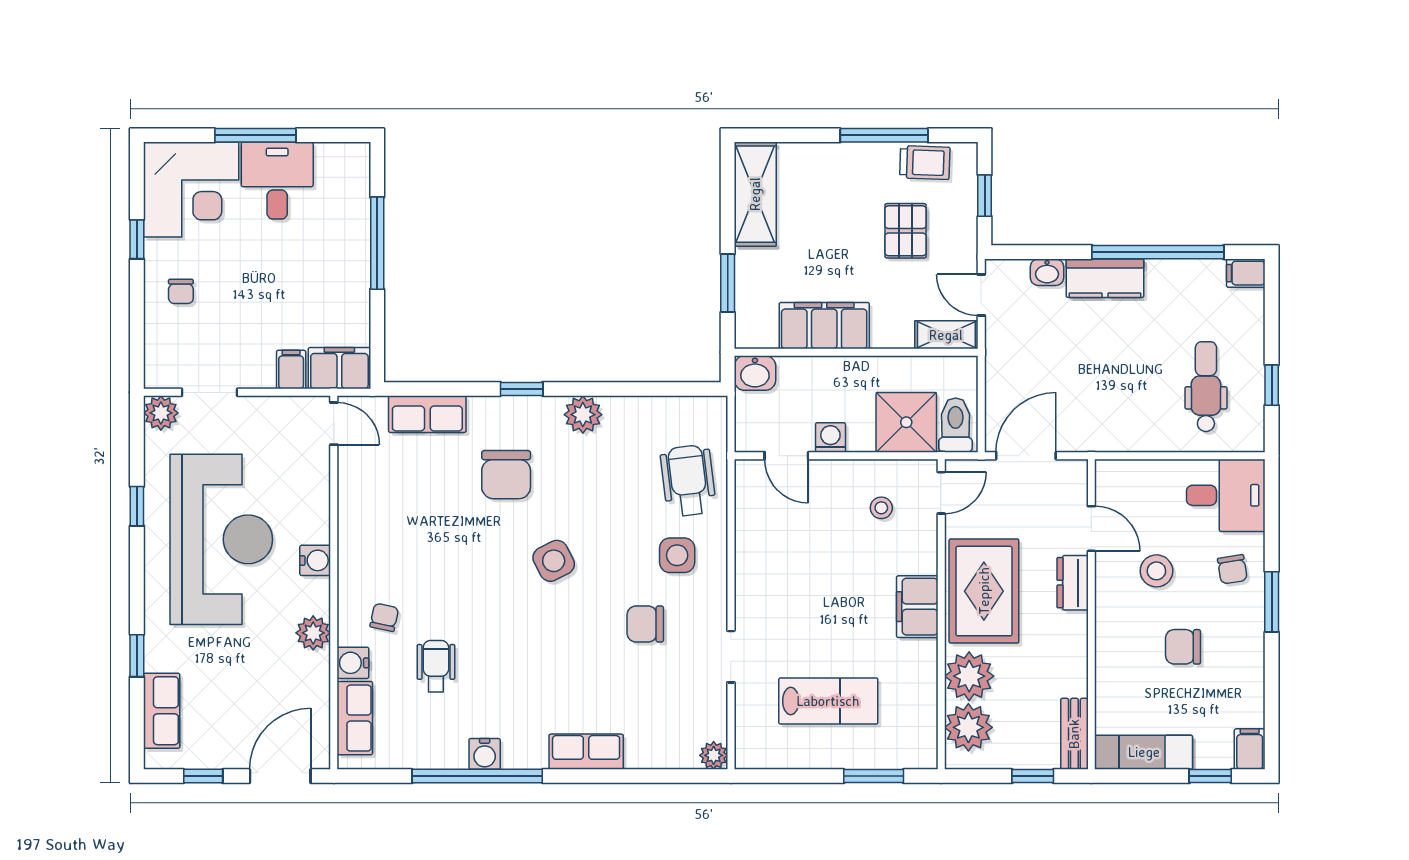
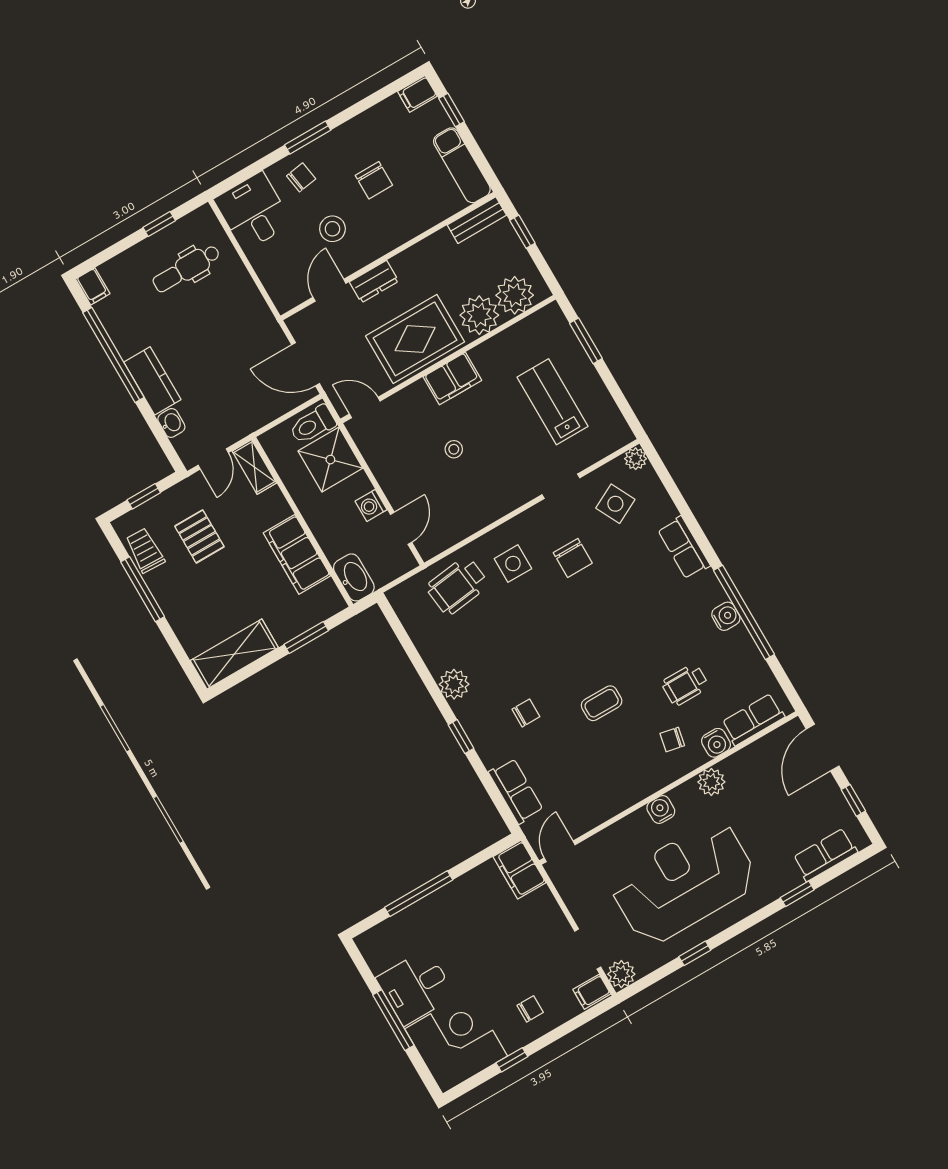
pallet: (905, 231) -> (199, 536), turned 90
filing cabinet: (291, 370) -> (592, 992), moved
washbasin: (755, 373) -> (354, 577), width x1.38
chair: (506, 475) -> (526, 713), width x0.54, depth x0.54
stool: (881, 508) -> (454, 449), moved
side table: (554, 561) -> (615, 504), moved
coffee table: (469, 563) -> (602, 703), added
door: (280, 776) -> (823, 748), hinge flipped

